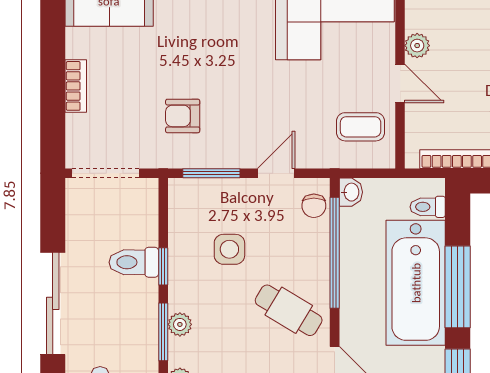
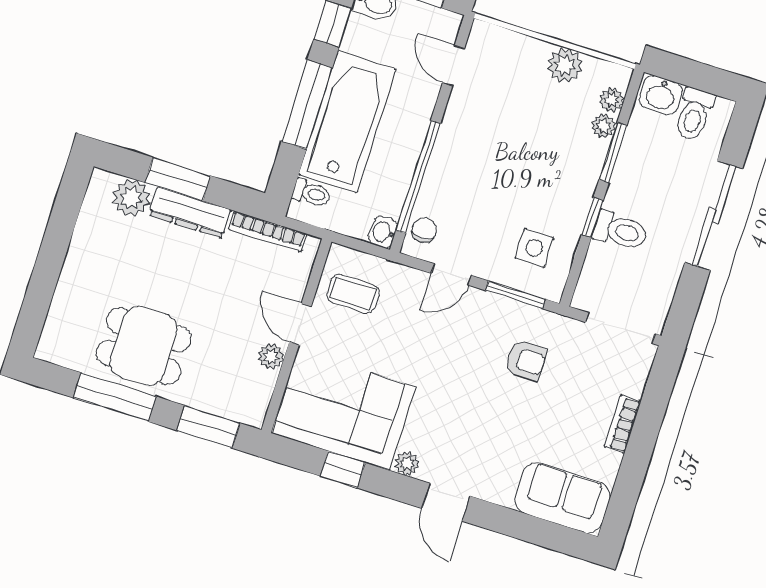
side table: (229, 249) -> (534, 248), moved
cafe table: (289, 310) -> (482, 134), removed
plant: (180, 324) -> (603, 126), moved

